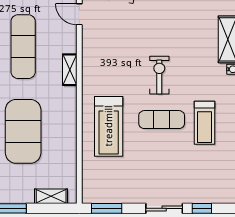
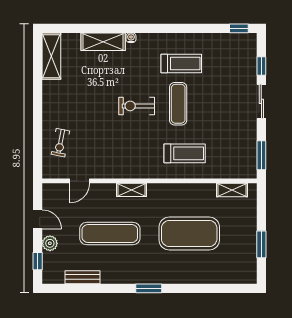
treadmill: (109, 126) -> (185, 153), width x0.73, depth x0.73
shelving: (51, 196) -> (232, 190), moved, turned 90

